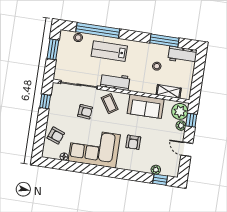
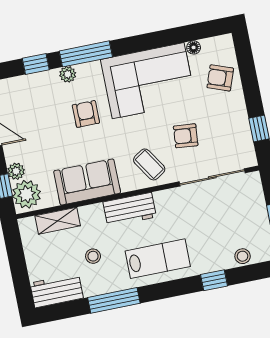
window: (98, 30) -> (214, 280), width x0.32
window: (164, 40) -> (114, 300), moved
lab bench: (109, 51) -> (158, 259), moved
workbench: (115, 82) -> (130, 210), moved
plant: (156, 170) -> (68, 74), moved
window: (122, 174) -> (86, 54), added
window: (160, 180) -> (36, 64), moved

